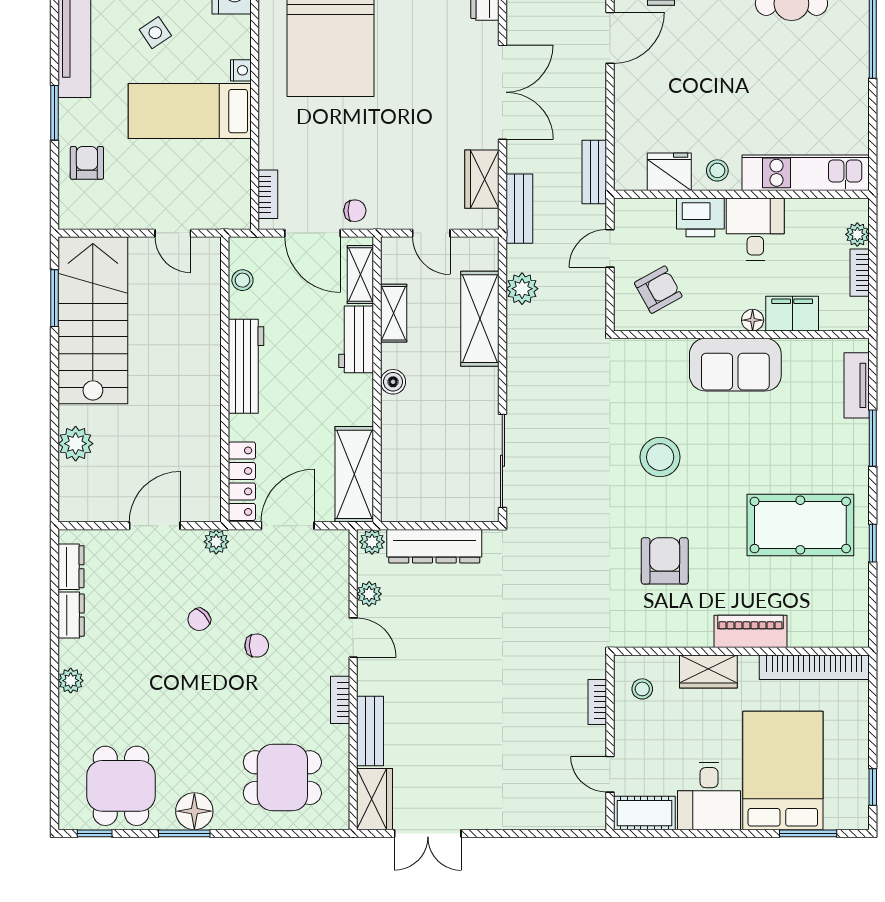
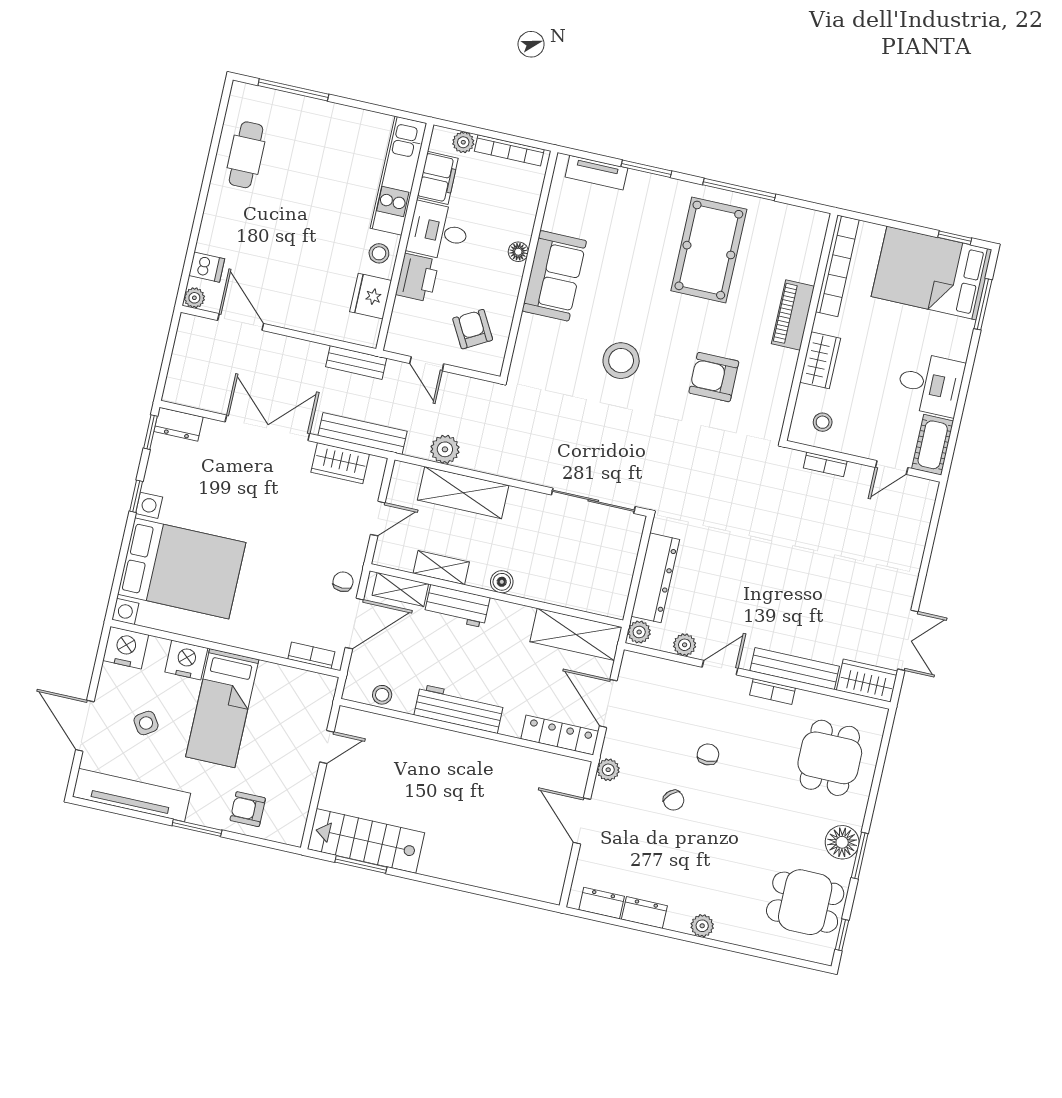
nightstand: (241, 70) -> (186, 660), width x1.89, depth x1.79
bench: (519, 209) -> (362, 433), width x1.36
bookcase: (860, 273) -> (509, 150), width x1.56
filing cabinet: (792, 314) -> (438, 178), moved, turned 180
stairs: (93, 320) -> (366, 841), width x0.73, depth x0.66
plant: (76, 444) -> (494, 875), removed
window: (873, 543) -> (739, 190), width x2.17
bench: (370, 731) -> (795, 669), width x1.36
bed: (783, 770) -> (932, 273), moved

